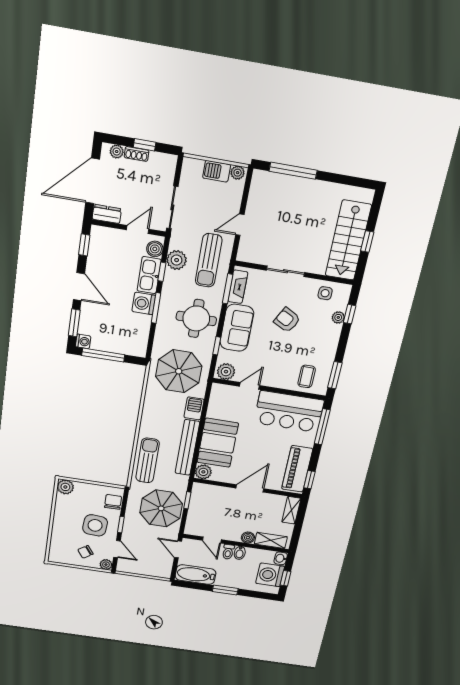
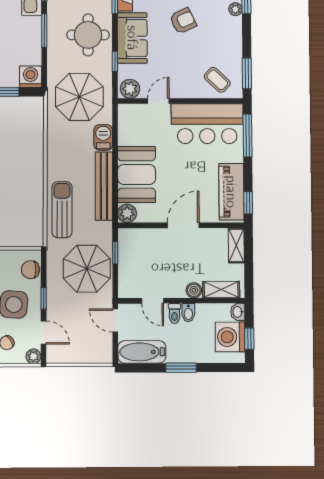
washing machine: (144, 303) -> (31, 77), moved, turned 90
armchair: (287, 320) -> (183, 21), turned 127
coffee table: (307, 376) -> (217, 80), turned -47
chair: (113, 502) -> (30, 270), turned -89

